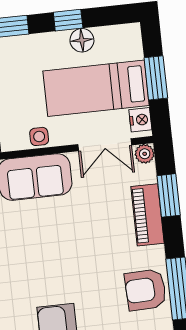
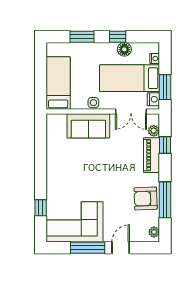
nightstand: (135, 50) -> (155, 59), added
window: (156, 78) -> (165, 87), moved
plant: (145, 154) -> (154, 131), moved
window: (169, 195) -> (165, 145), width x0.67

